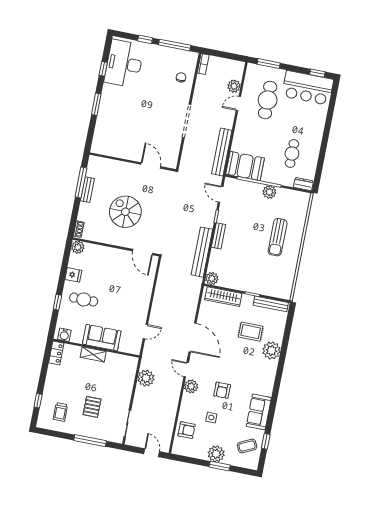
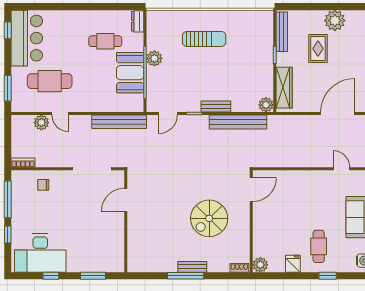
wall: (133, 162) -> (126, 221), moved
door: (151, 165) -> (126, 200), moved
booth: (245, 166) -> (130, 73), moved

